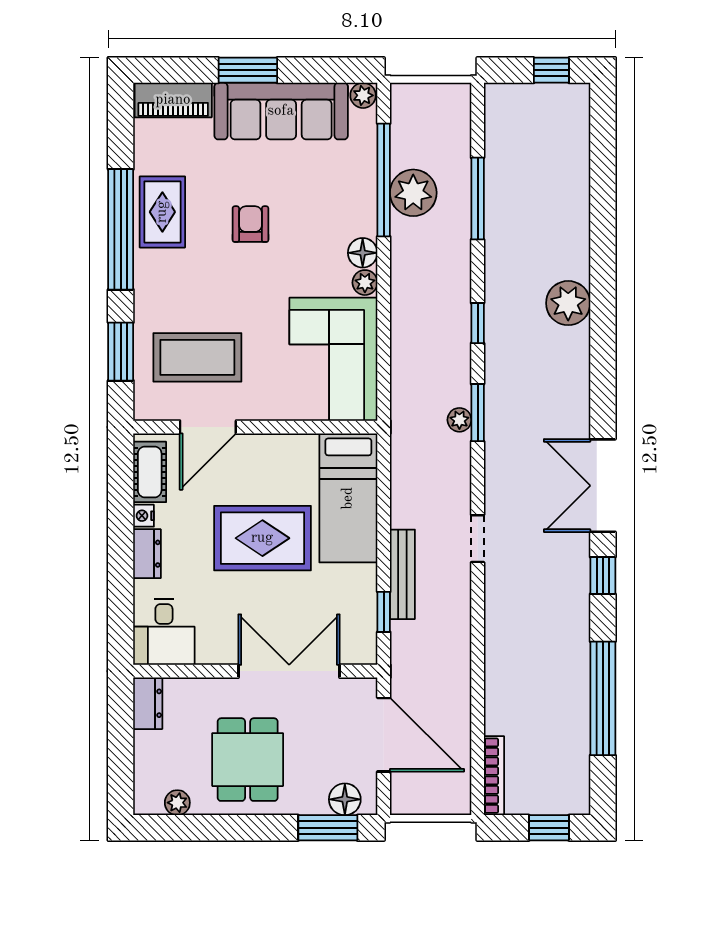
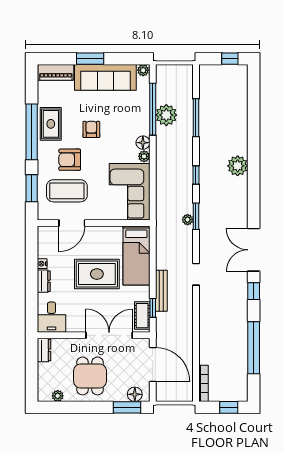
armchair: (204, 290) -> (70, 160), added
cot: (150, 472) -> (142, 316), moved

